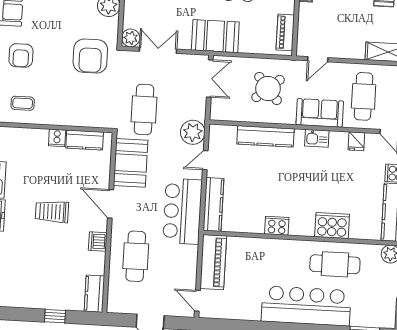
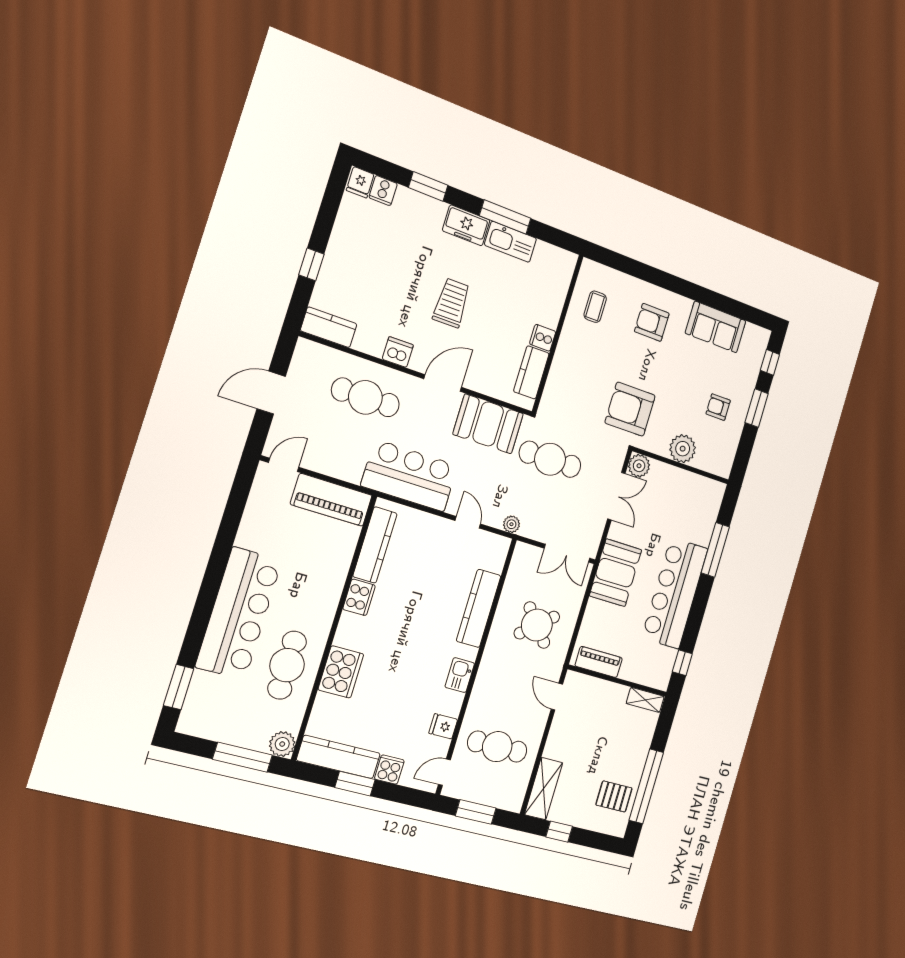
sofa: (320, 113) -> (491, 685), removed
plant: (193, 132) -> (511, 524), width x0.53, depth x0.53
kitchen counter: (213, 205) -> (375, 545), moved, turned -90

